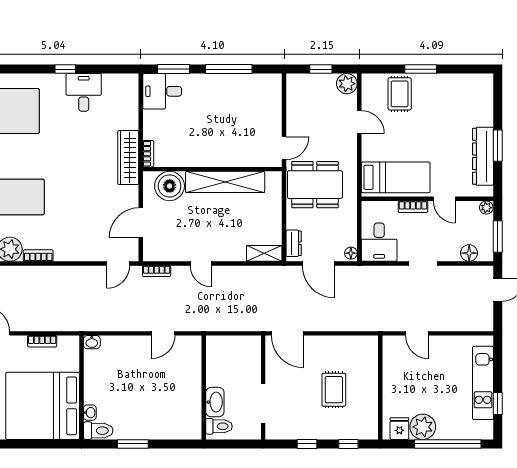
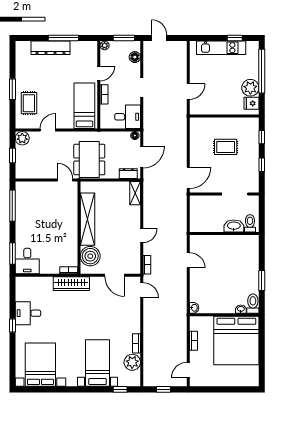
window: (229, 69) -> (12, 206), moved
rug: (400, 94) -> (29, 103), turned 90
window: (498, 146) -> (63, 38), width x1.44
dresser: (483, 156) -> (50, 48), moved

